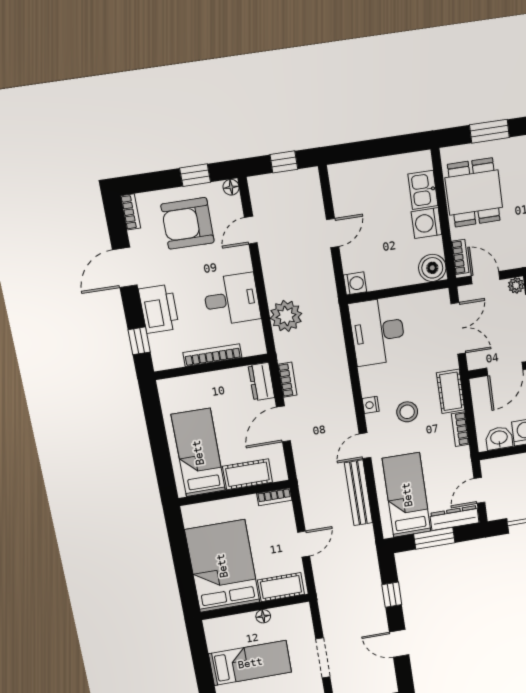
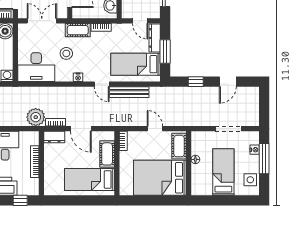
plant: (286, 316) -> (36, 117), moved
stool: (407, 412) -> (66, 53), moved

